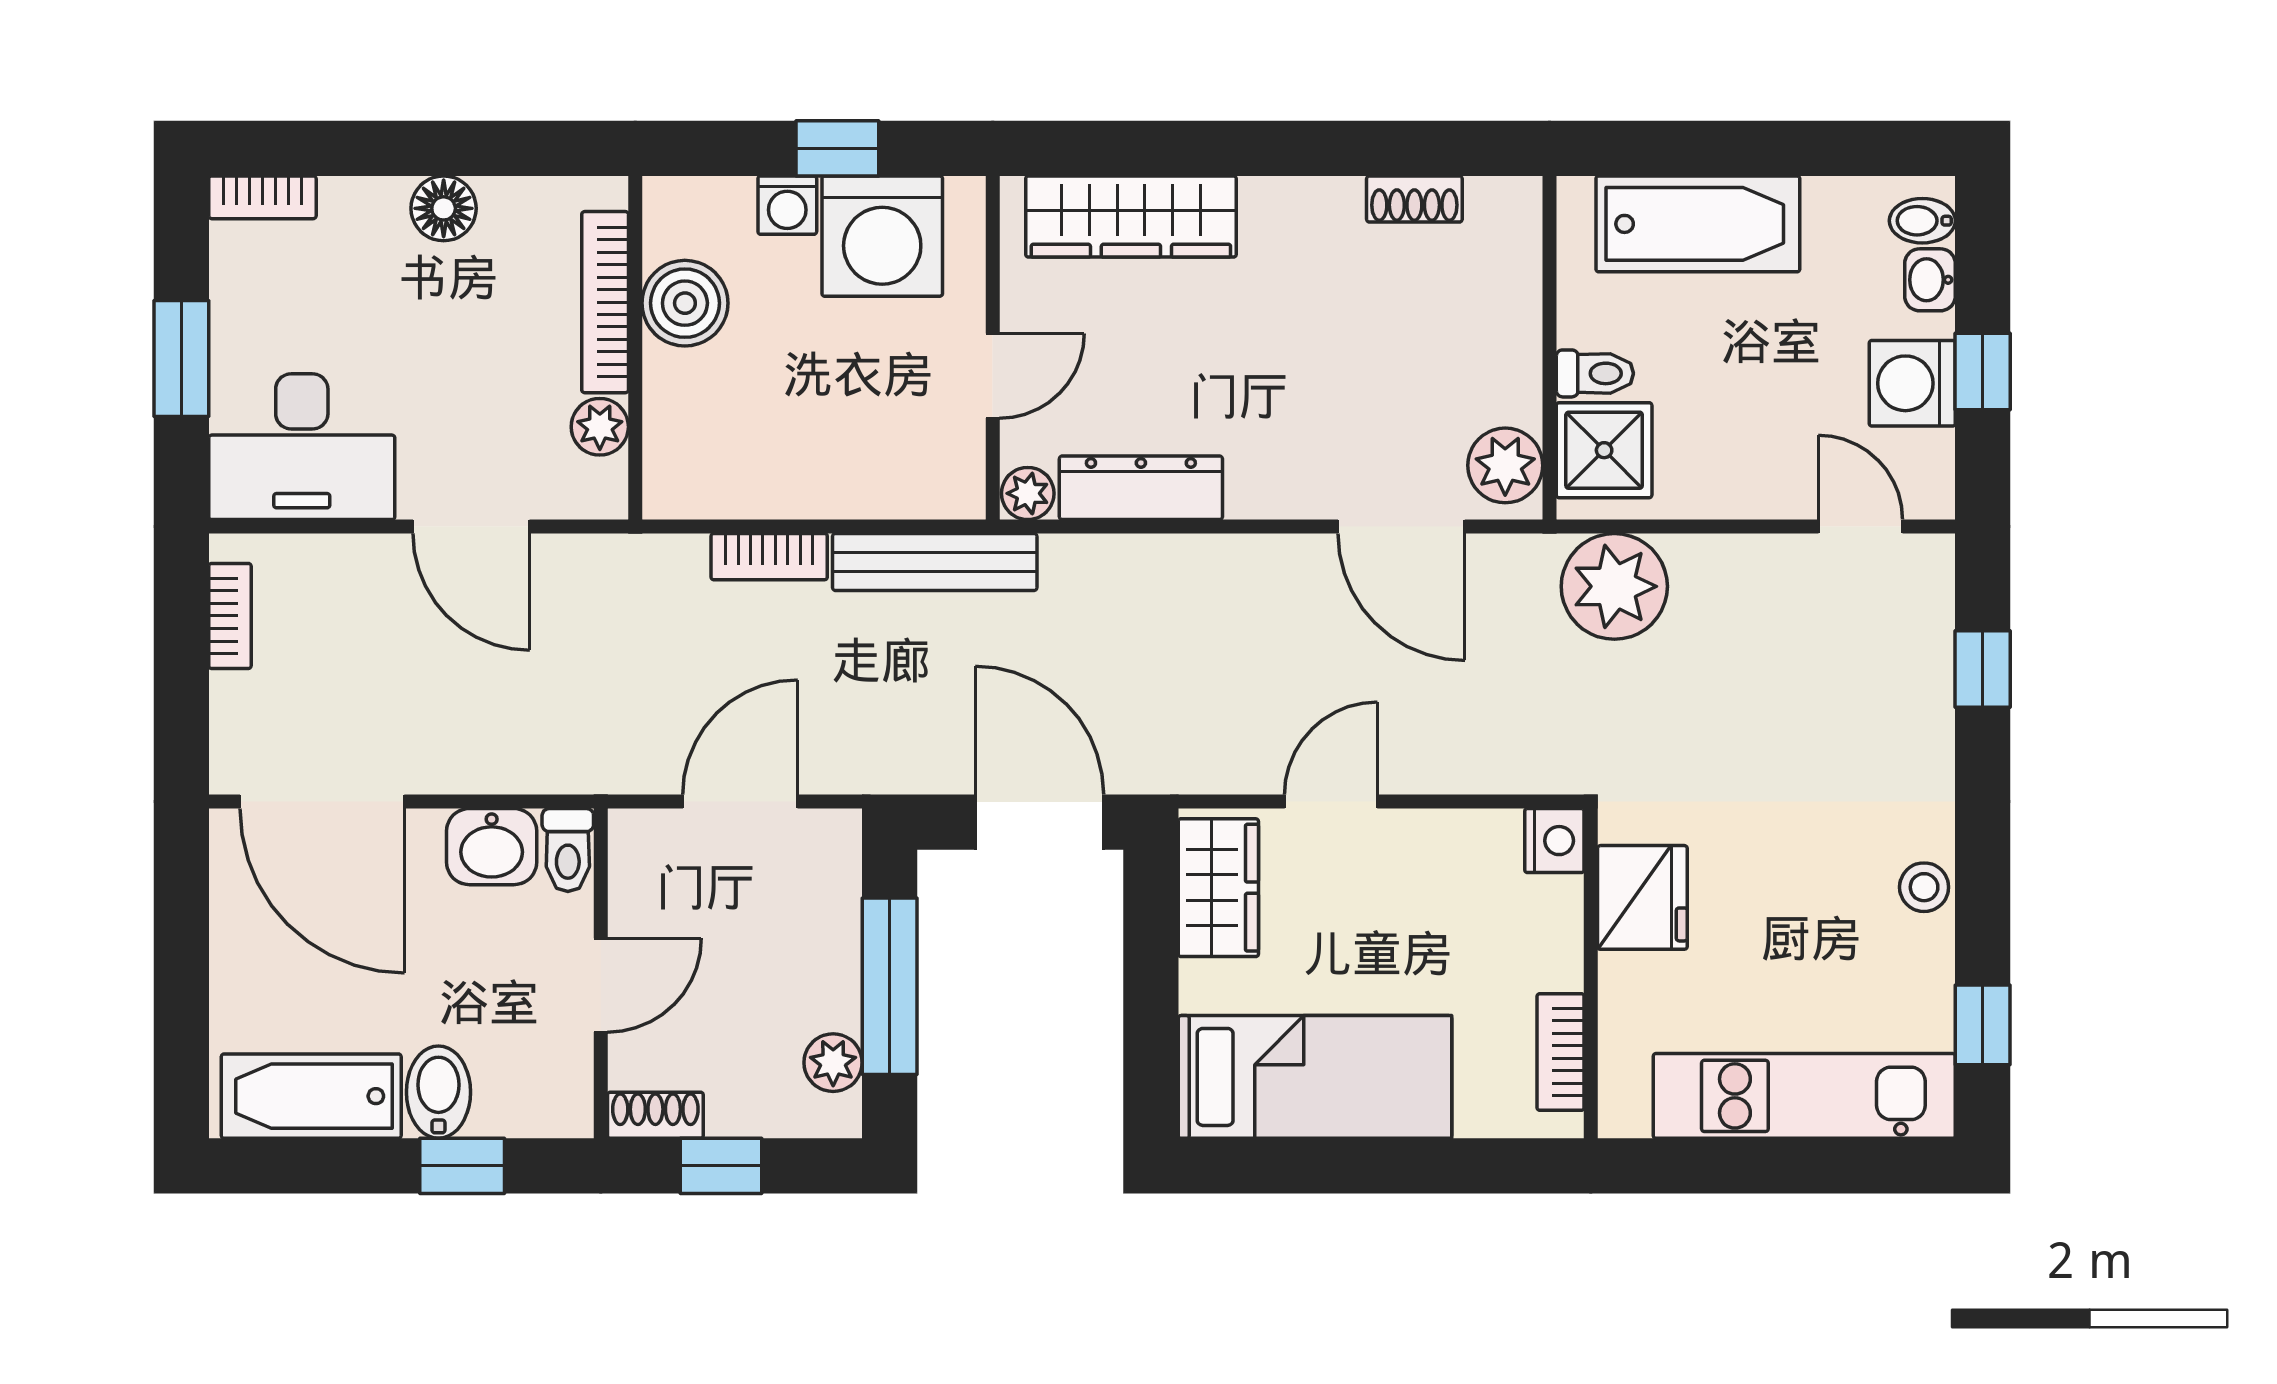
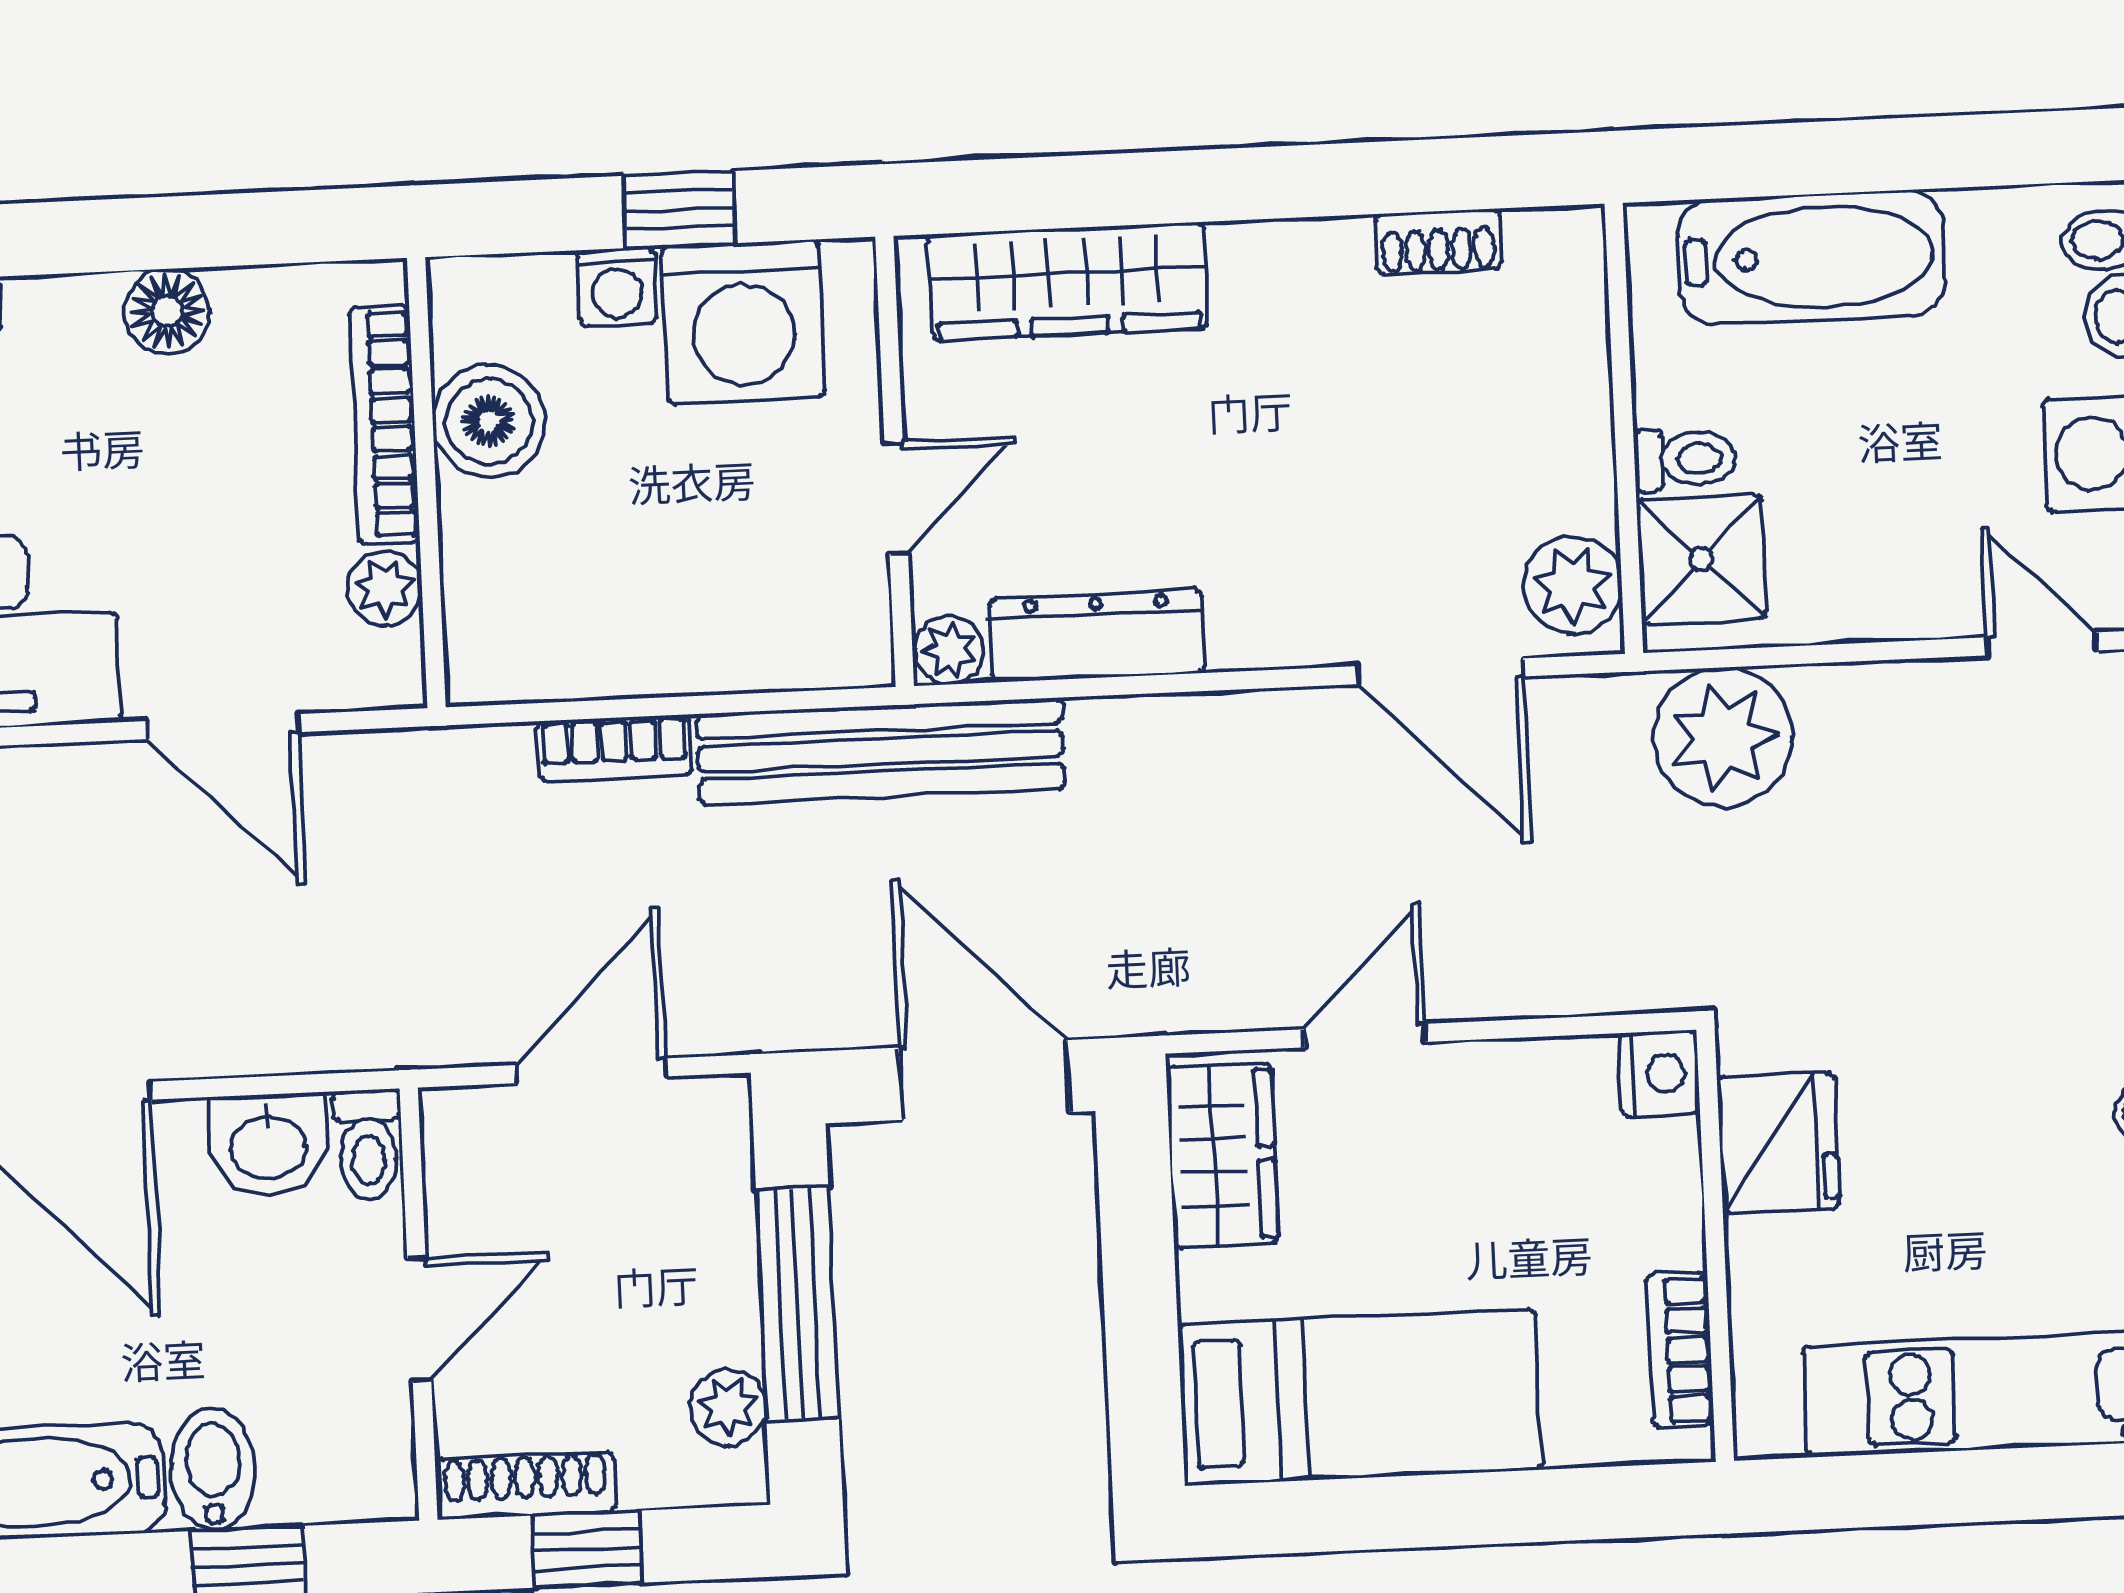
bench: (935, 562) -> (881, 751), width x1.37, depth x1.21
shoe rack: (655, 1115) -> (525, 1485), width x1.43

